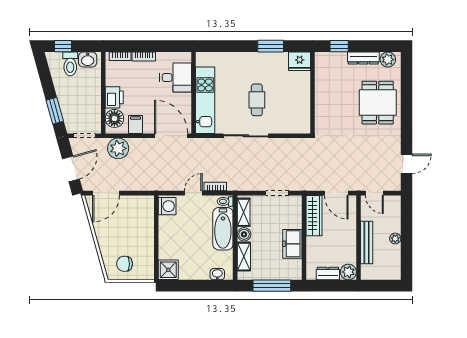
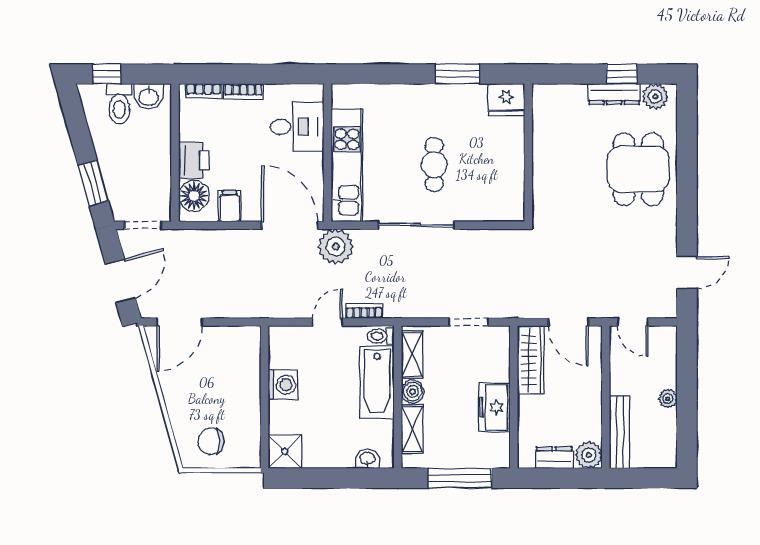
window: (339, 46) -> (622, 74), moved
plant: (118, 148) -> (336, 247), moved
washing machine: (167, 206) -> (283, 385), moved
bench: (367, 242) -> (620, 432), moved

